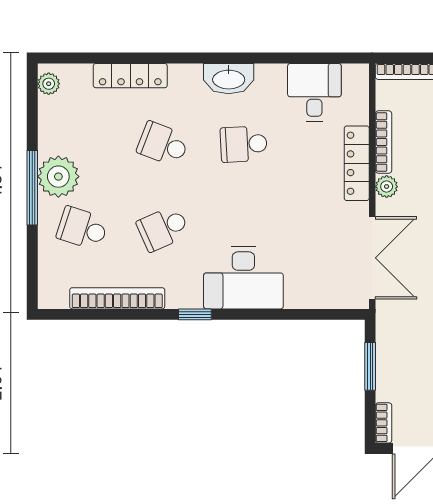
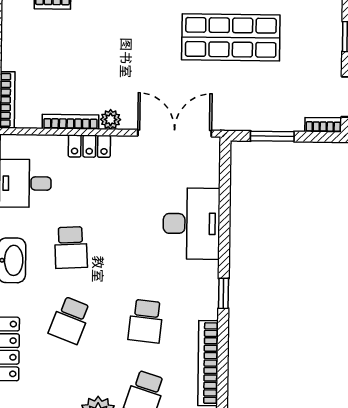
locker: (357, 163) -> (89, 146), width x0.66
school desk: (163, 228) -> (146, 321), turned 30
desk: (243, 278) -> (191, 224), moved

